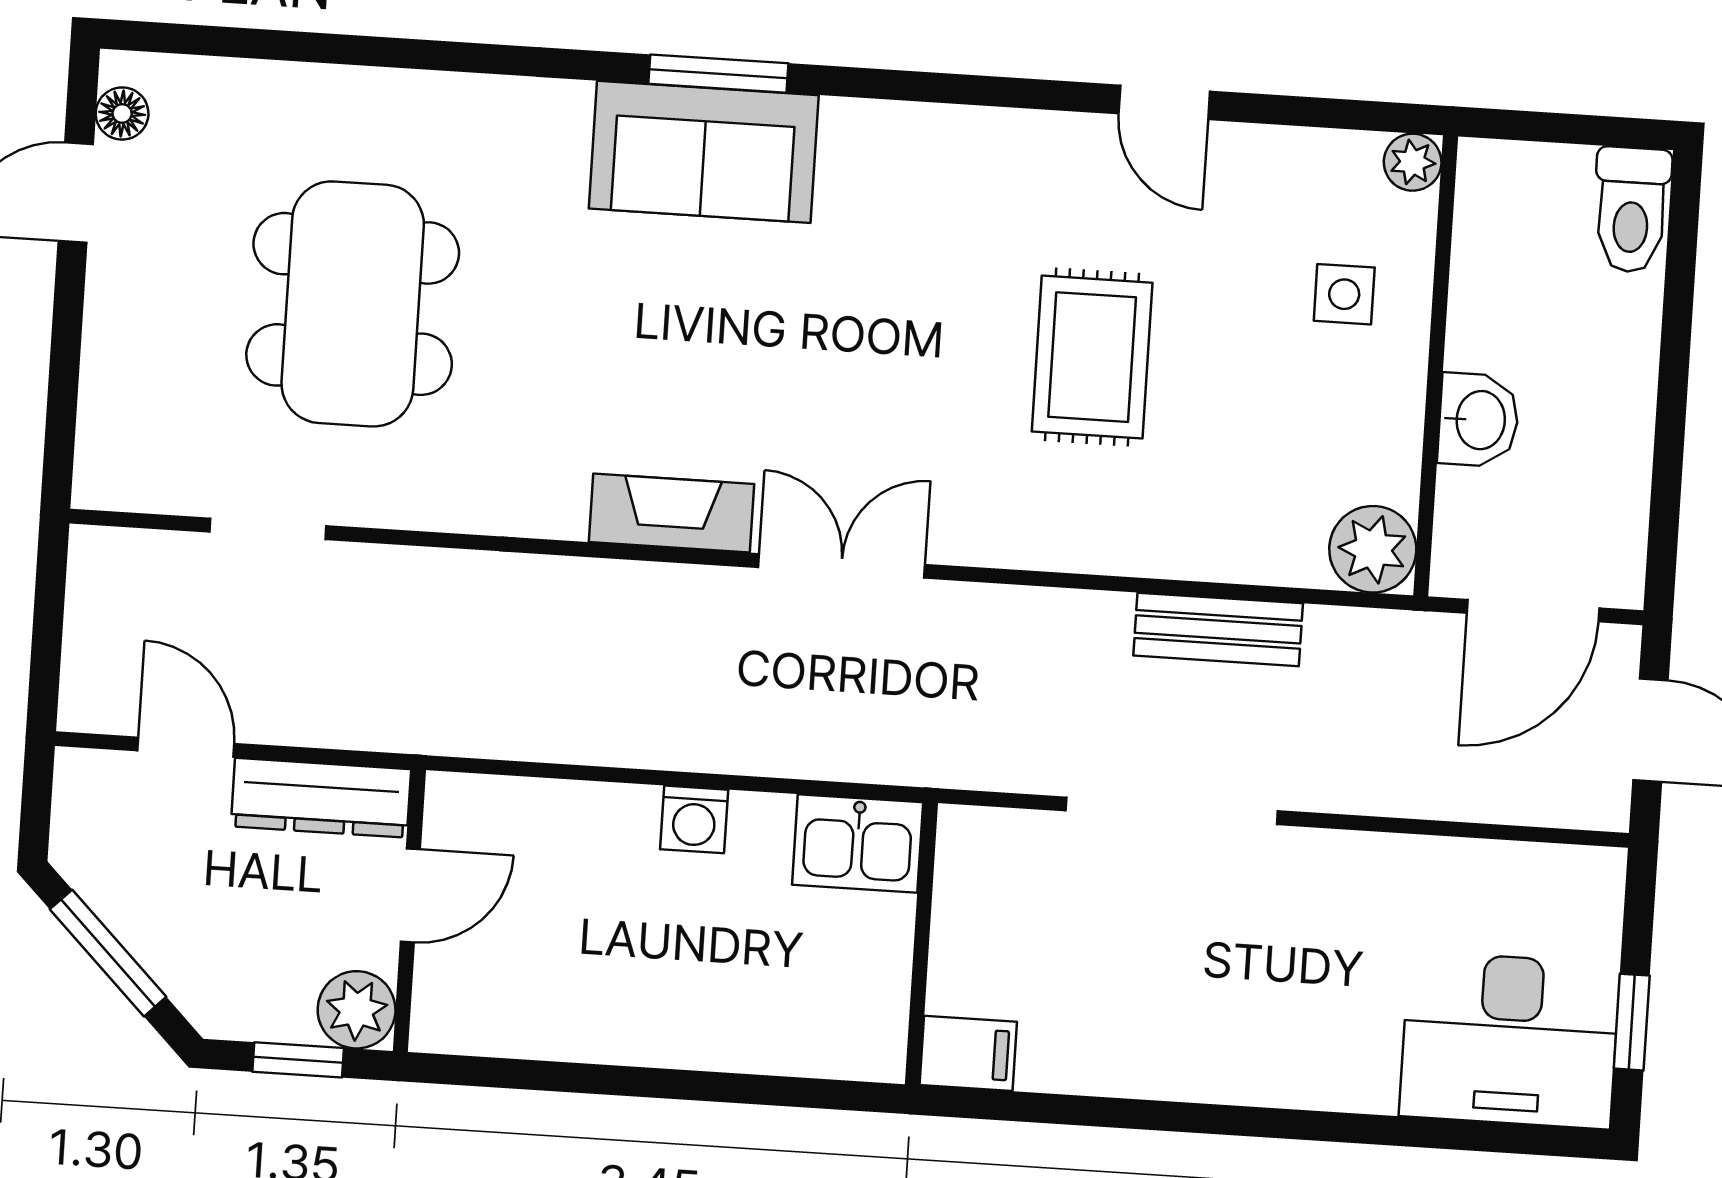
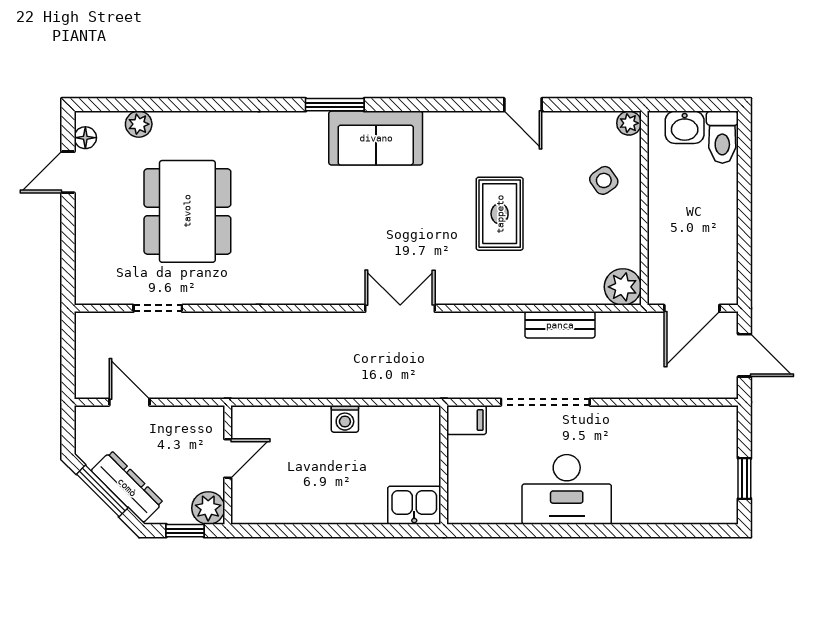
plant: (251, 90) -> (139, 124), added
sofa: (704, 152) -> (376, 138), moved
side table: (1344, 294) -> (604, 180), turned -35
washbasin: (1478, 420) -> (685, 127), moved, turned 90
fireplace: (671, 513) -> (327, 291), removed
dresser: (321, 798) -> (127, 487), moved, turned -135
kitchen sink: (858, 844) -> (414, 505), moved, turned 180
desk: (1510, 1040) -> (567, 489), moved
filing cabinet: (968, 1053) -> (466, 420), moved

